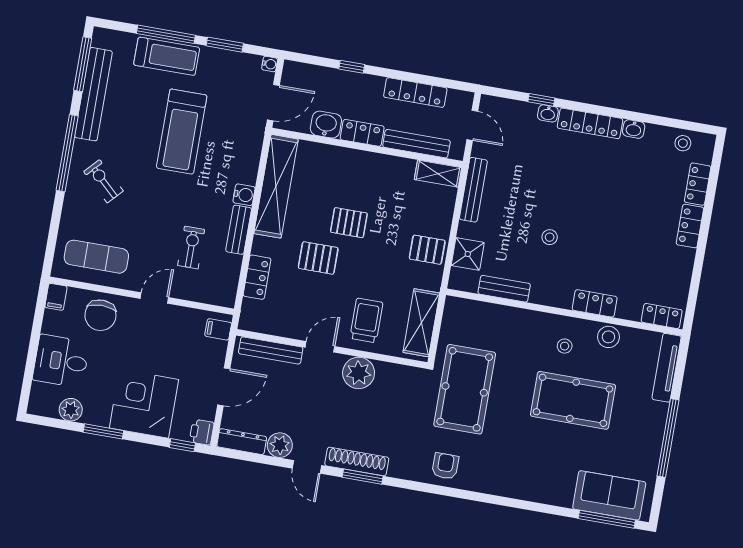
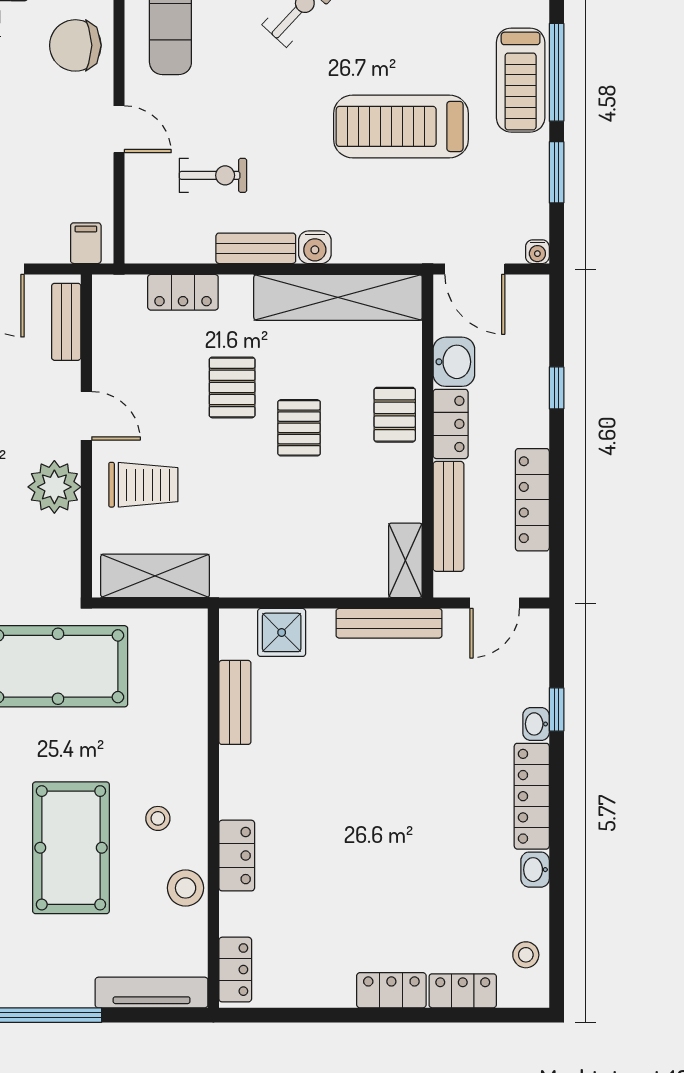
stool: (550, 237) -> (333, 762), removed
pallet: (427, 250) -> (395, 415), moved
bench: (271, 350) -> (66, 322), width x0.73

